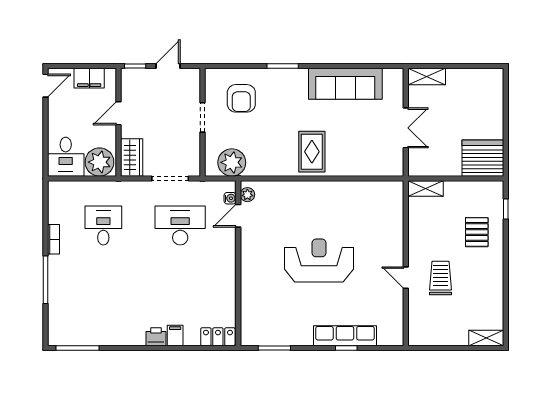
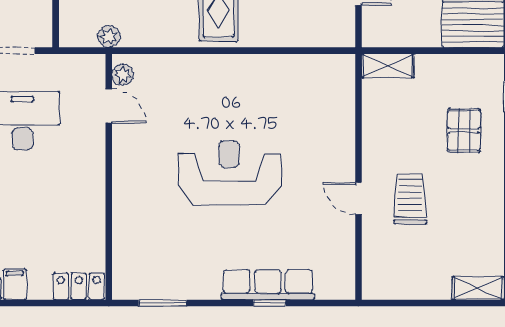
plant: (232, 162) -> (109, 37), width x0.53, depth x0.53
water cooler: (230, 198) -> (97, 80), removed
door: (238, 216) -> (109, 106), swing flipped

